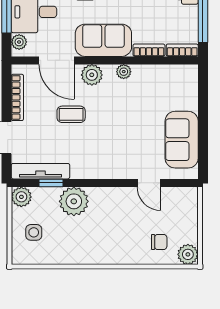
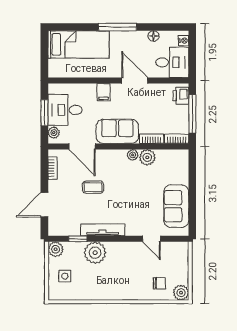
plant: (92, 75) -> (147, 157), moved
bookcase: (17, 97) -> (53, 168), width x0.64
tv unit: (40, 171) -> (103, 230), moved

